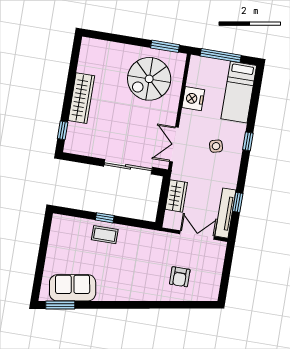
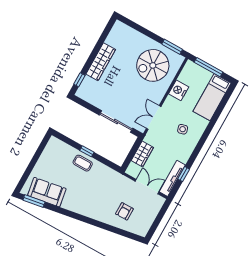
window: (248, 141) -> (206, 134), removed

